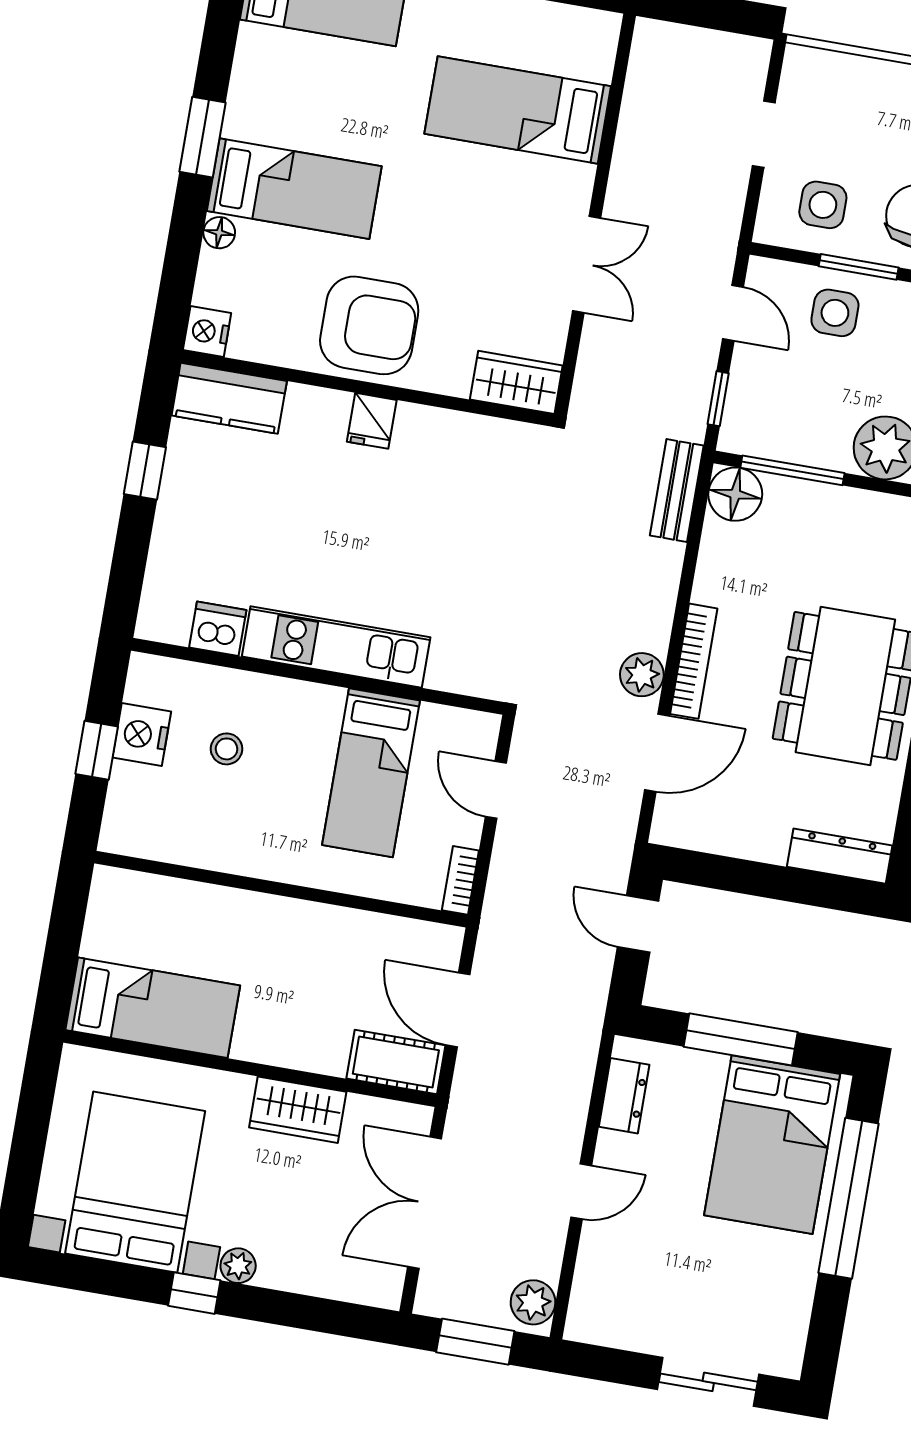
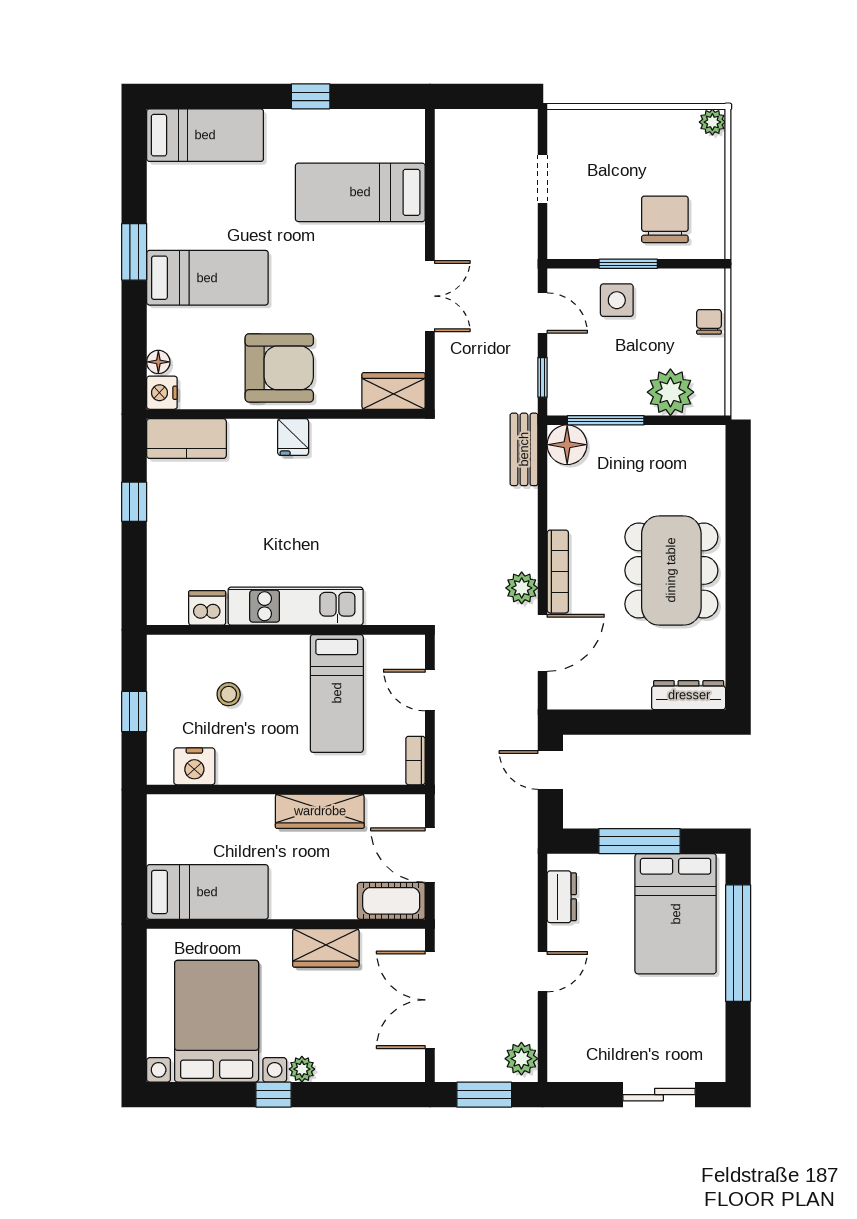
side table: (823, 205) -> (594, 223), removed
floor lamp: (219, 233) -> (158, 362), moved
nightstand: (142, 735) -> (194, 766), moved, turned -90
wardrobe: (321, 926) -> (320, 811), added

